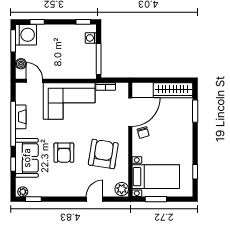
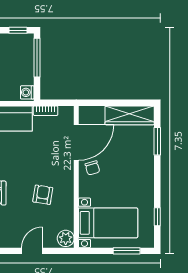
washing machine: (91, 38) -> (27, 92), moved
window: (99, 59) -> (37, 58), moved
armchair: (103, 154) -> (43, 195), width x0.53, depth x0.53
window: (156, 199) -> (127, 251), moved

